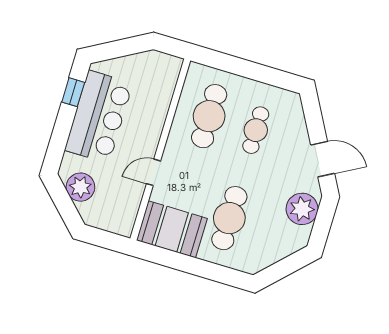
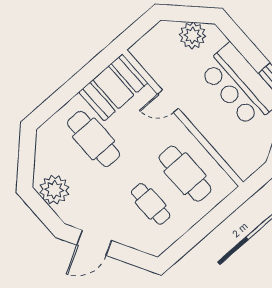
door: (153, 172) -> (168, 101), swing flipped
plant: (302, 209) -> (54, 190), moved

